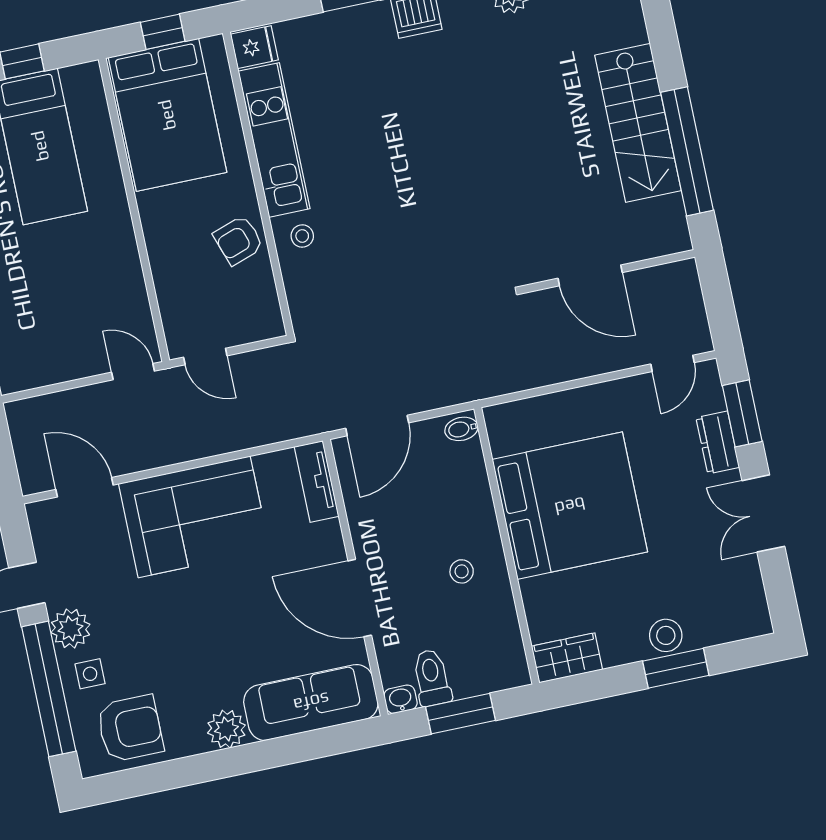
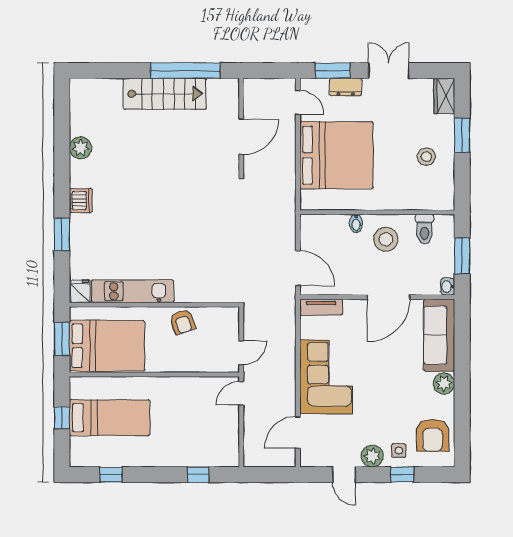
window: (163, 32) -> (62, 339), width x1.50
stool: (302, 236) -> (187, 287), removed
bidet: (461, 429) -> (356, 223), moved
bed: (570, 506) -> (336, 155), moved, turned 90
double door: (763, 513) -> (389, 71), swing flipped
stool: (462, 571) -> (386, 239), width x1.89, depth x1.89
stool: (666, 635) -> (426, 157), moved
wardrobe: (567, 658) -> (444, 96), moved
toilet: (432, 678) -> (425, 229), moved, turned -90
window: (49, 689) -> (402, 475), width x0.32
armchair: (130, 728) -> (433, 435), turned 180

